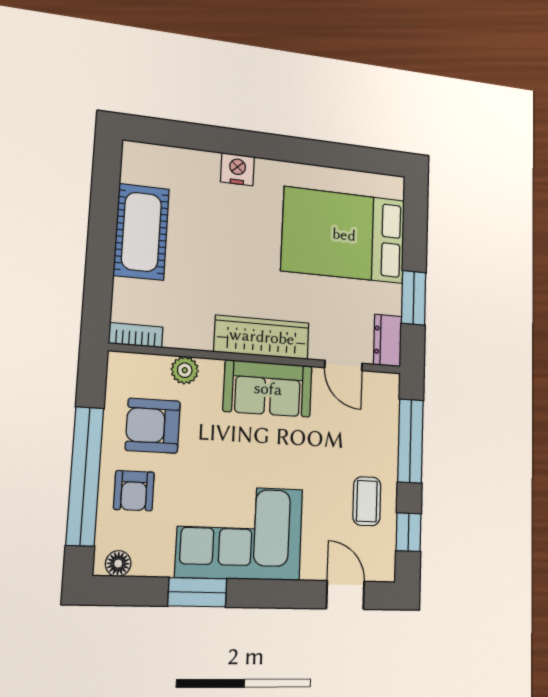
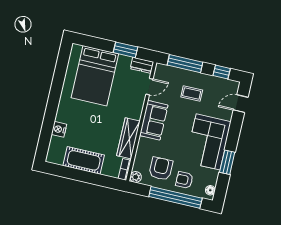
nightstand: (237, 169) -> (59, 129), moved
wardrobe: (262, 337) -> (128, 138), moved
plant: (185, 370) -> (136, 177), moved
armchair: (153, 426) -> (161, 169), turned 180
armchair: (134, 491) -> (184, 180), turned 180
coffee table: (367, 501) -> (192, 93), moved

